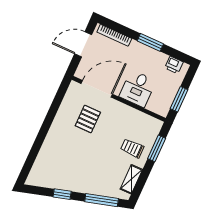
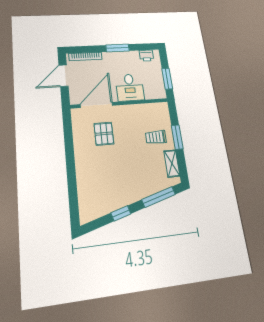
window: (157, 148) -> (177, 137), moved

